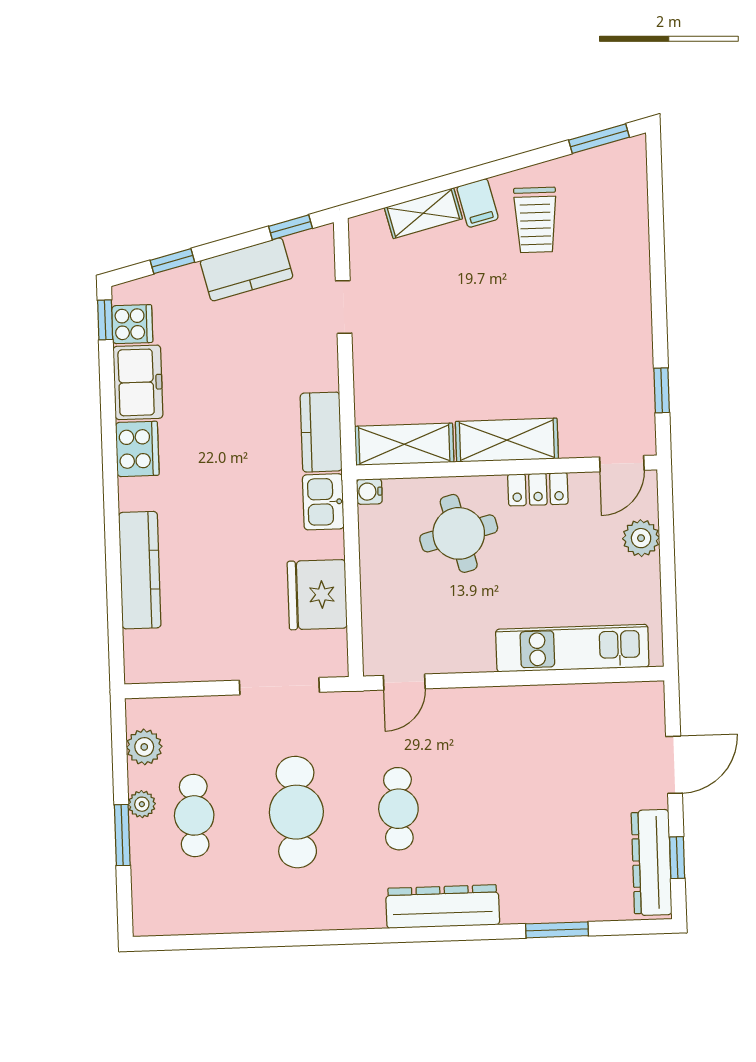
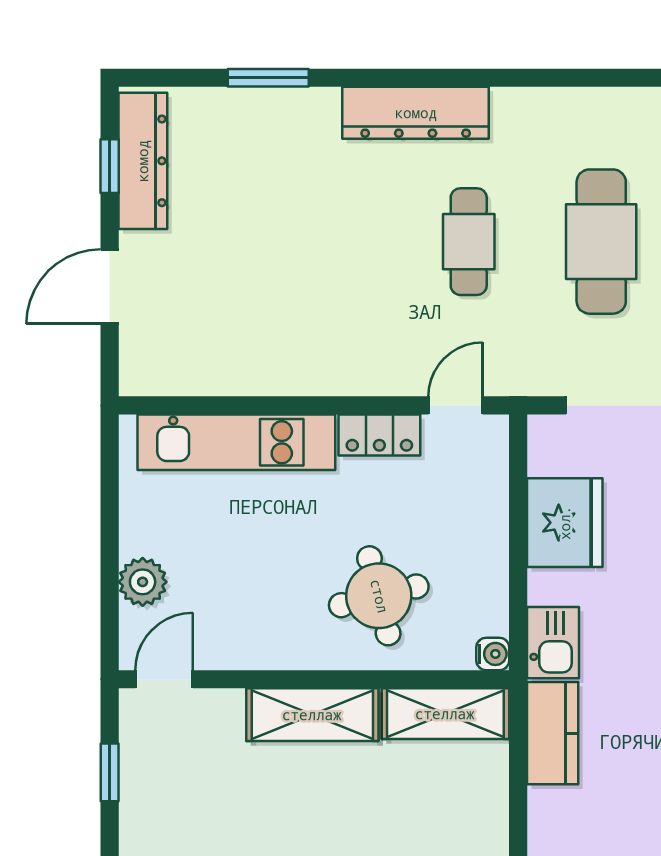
locker: (538, 489) -> (379, 435), moved, turned 180

